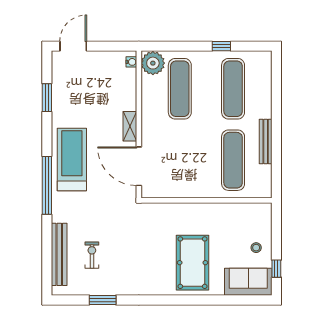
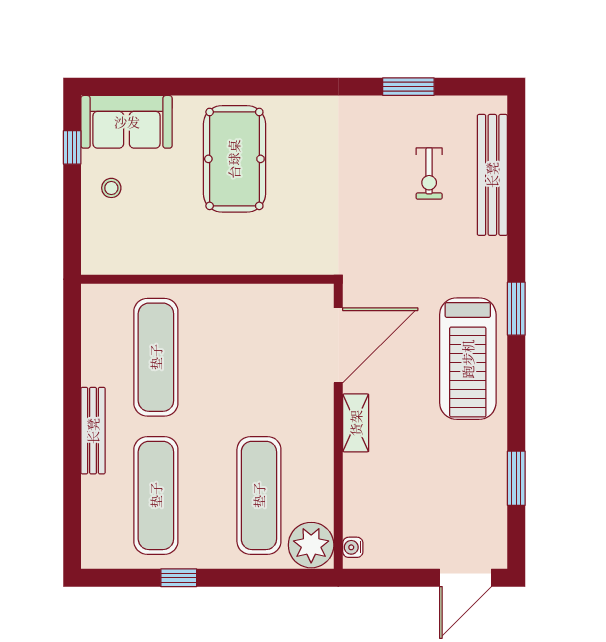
bench: (266, 141) -> (93, 431), moved
door: (139, 166) -> (338, 345), hinge flipped
window: (47, 185) -> (516, 309), width x0.47

